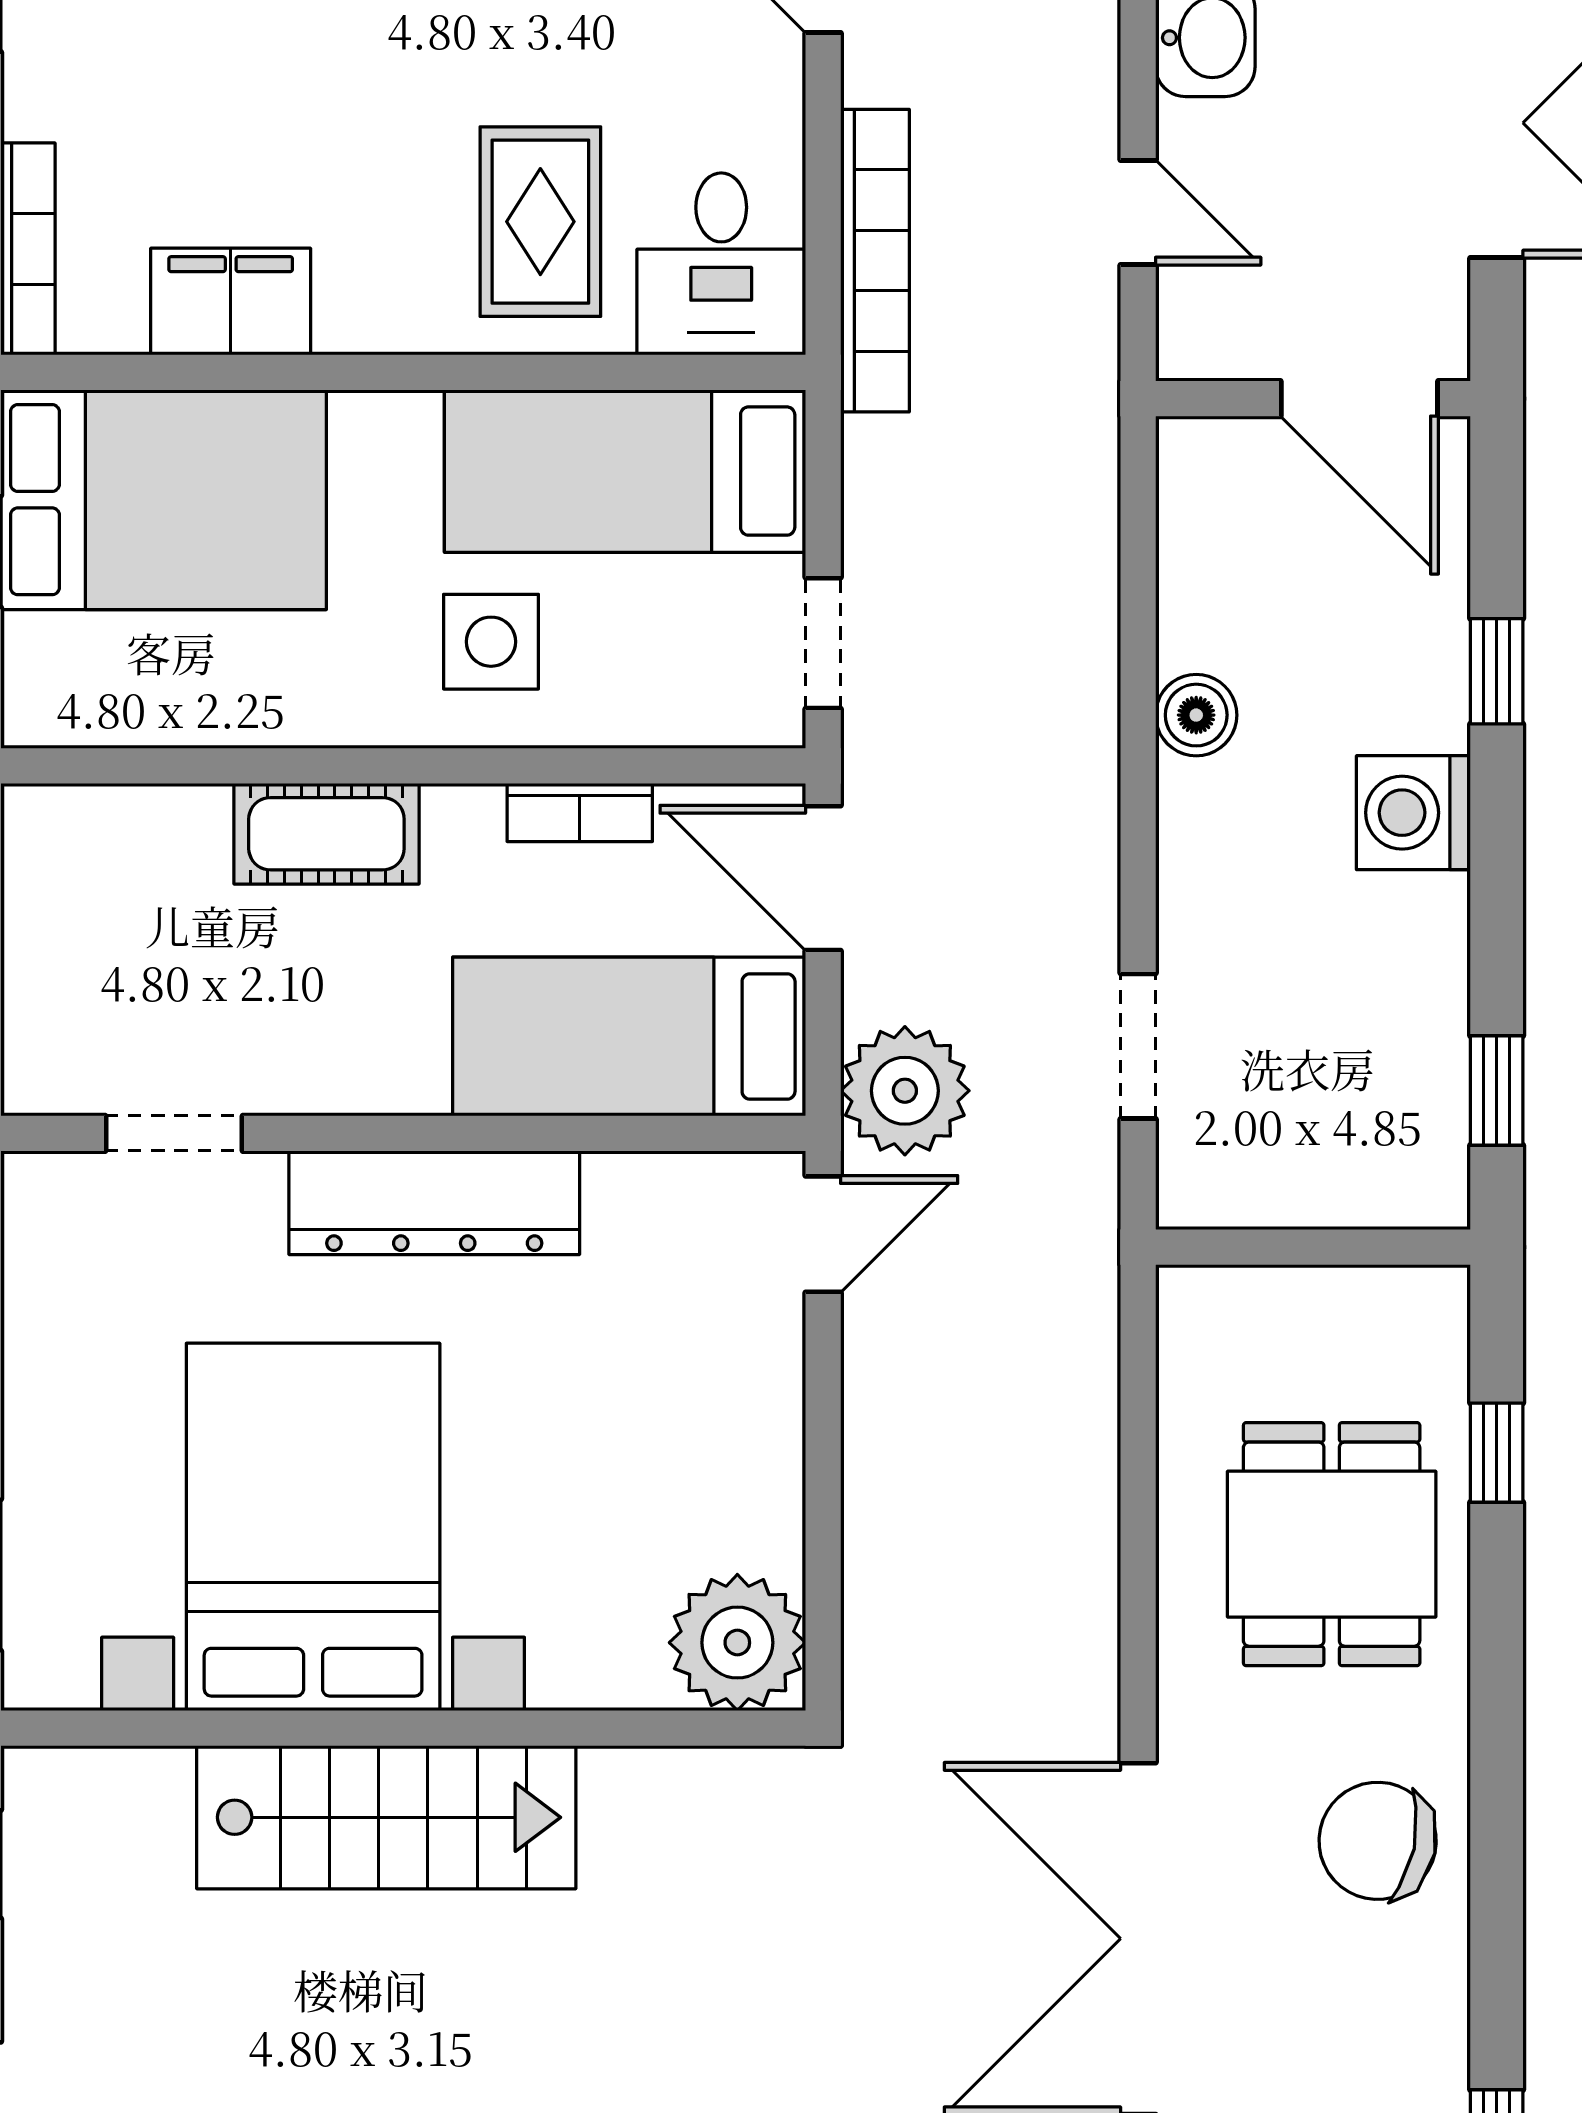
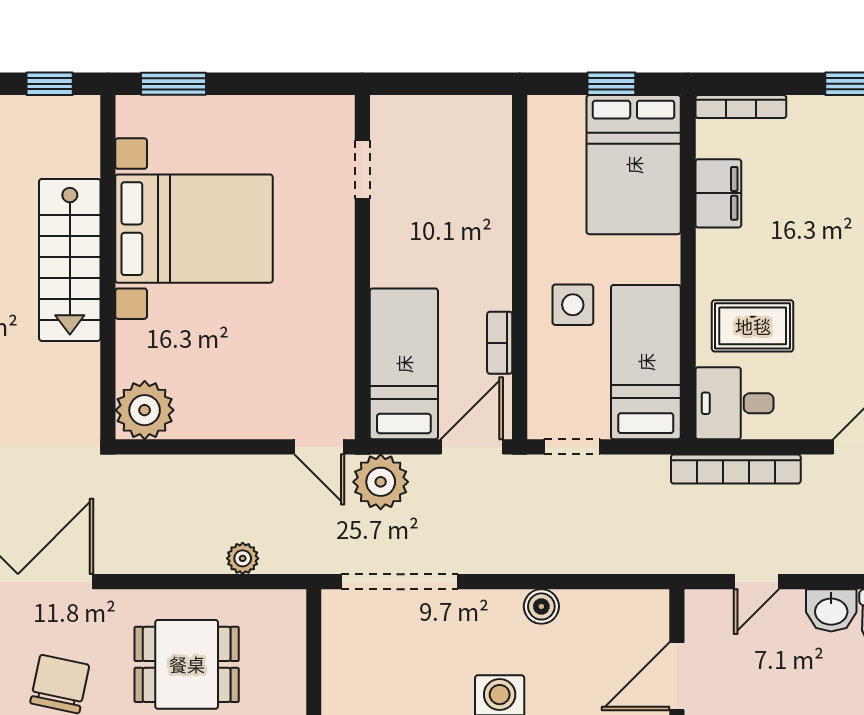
cot: (326, 834) -> (491, 234), removed
doorway: (1138, 1046) -> (400, 582), width x1.88
dresser: (434, 1203) -> (333, 280), removed
plant: (1084, 1413) -> (243, 558), added

